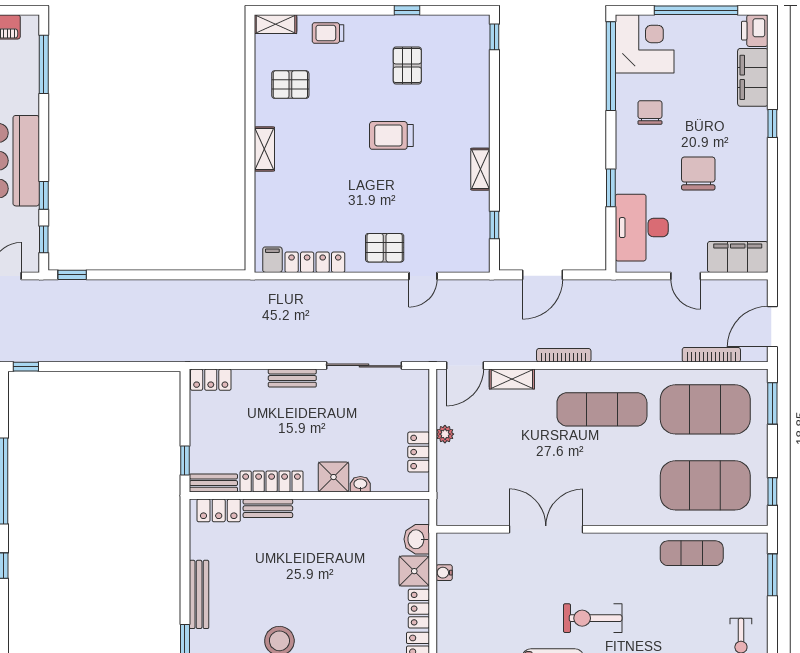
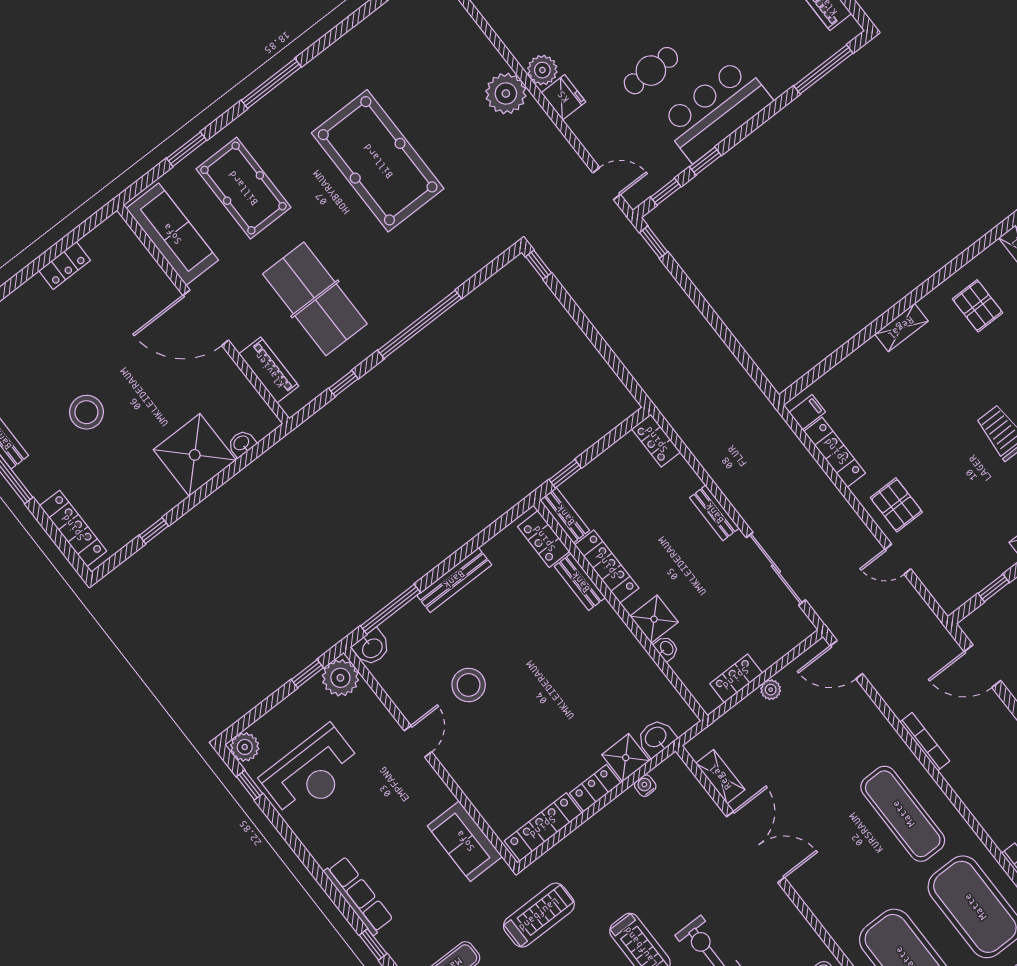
shelving: (512, 379) -> (720, 777), moved

